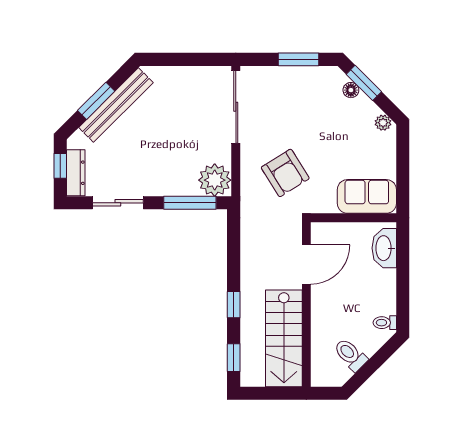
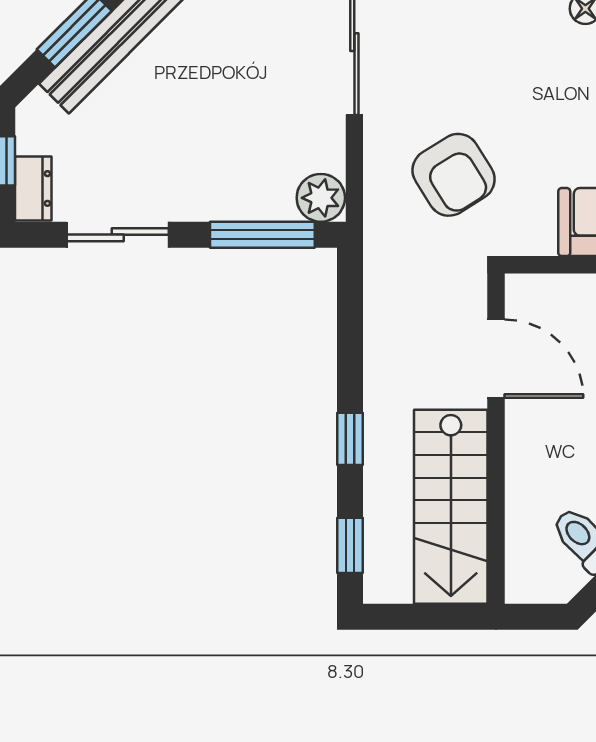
dresser: (76, 173) -> (33, 188), width x0.70
plant: (215, 180) -> (321, 198), width x0.73, depth x0.73
door: (306, 265) -> (496, 359), hinge flipped

